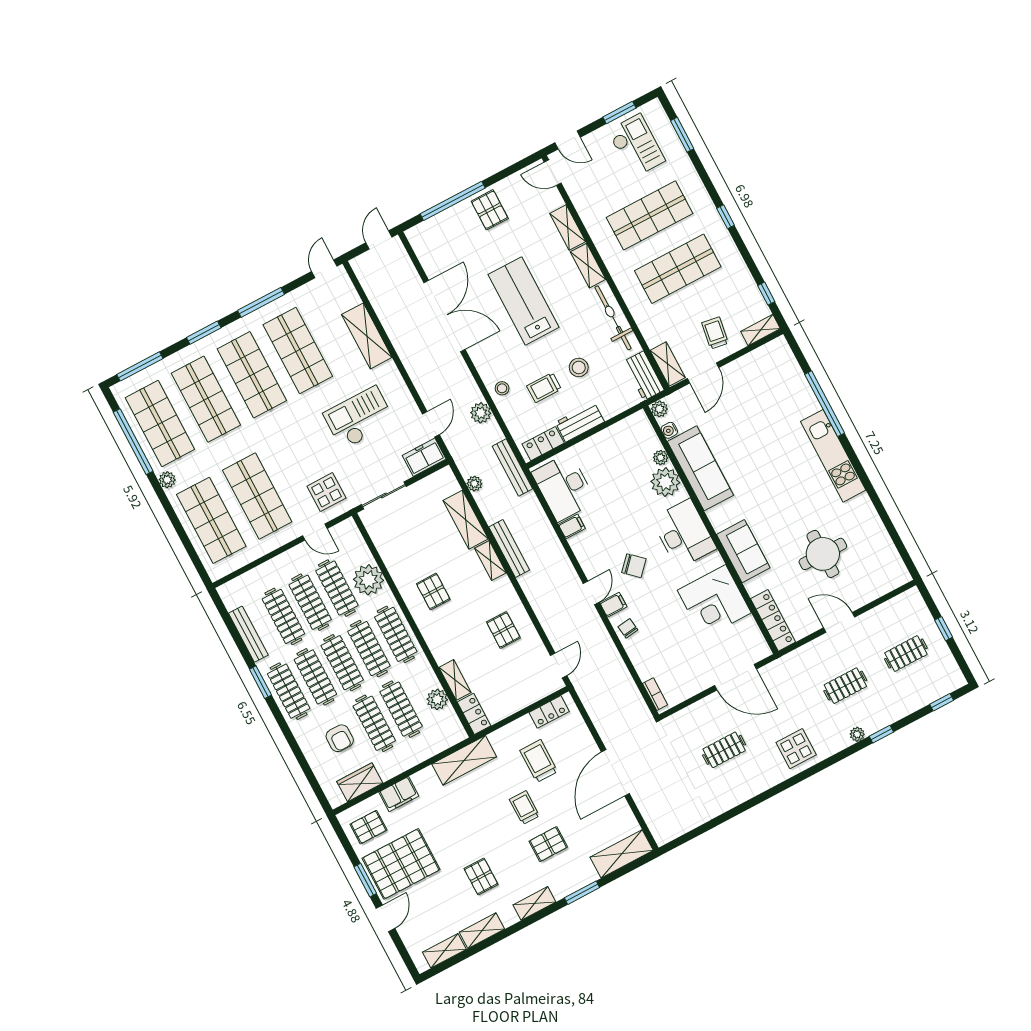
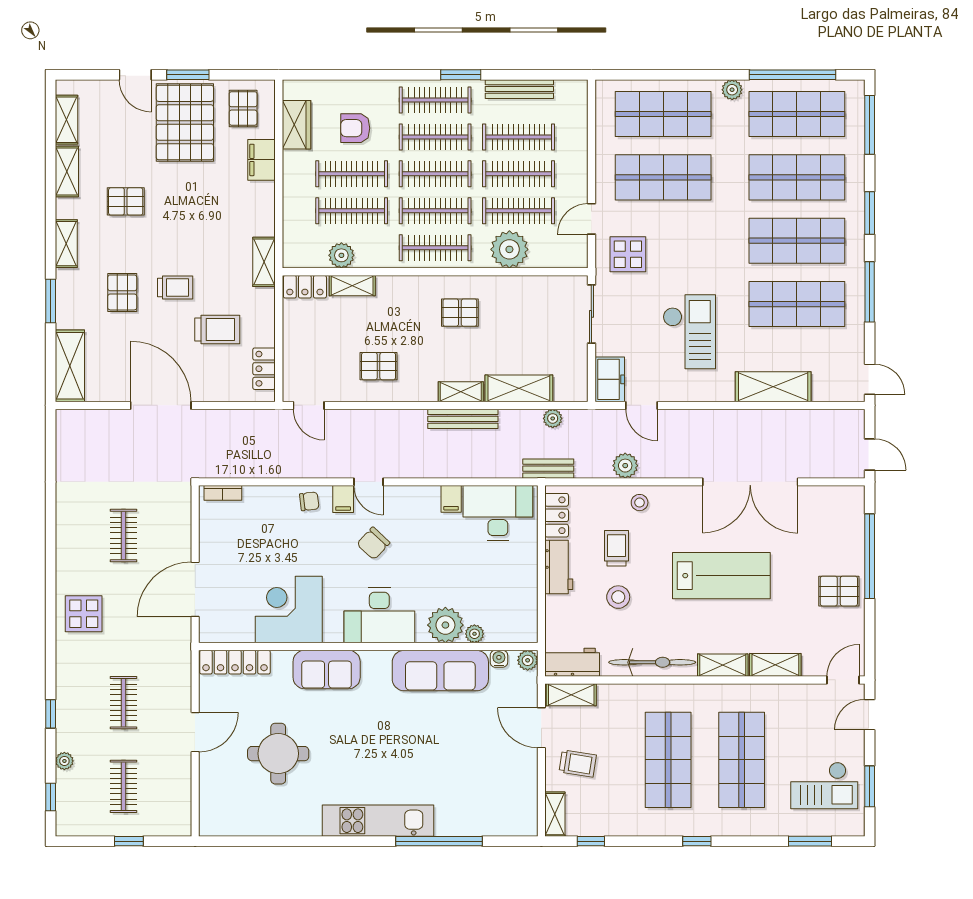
bench: (512, 468) -> (548, 469), width x0.73
plant: (857, 734) -> (64, 761), moved
shelving: (464, 760) -> (264, 262), width x0.67, depth x0.75

